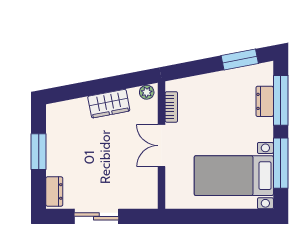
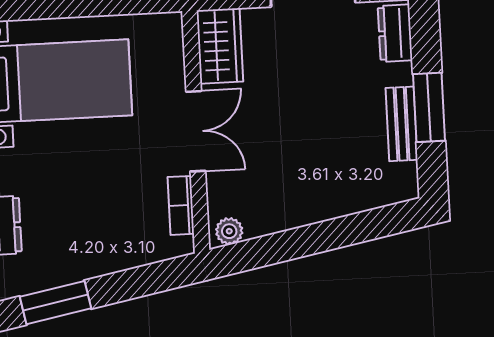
wardrobe: (109, 104) -> (220, 46), moved, turned 101
bench: (53, 144) -> (402, 124), added

